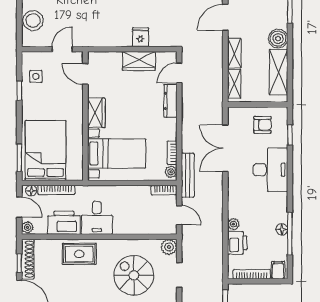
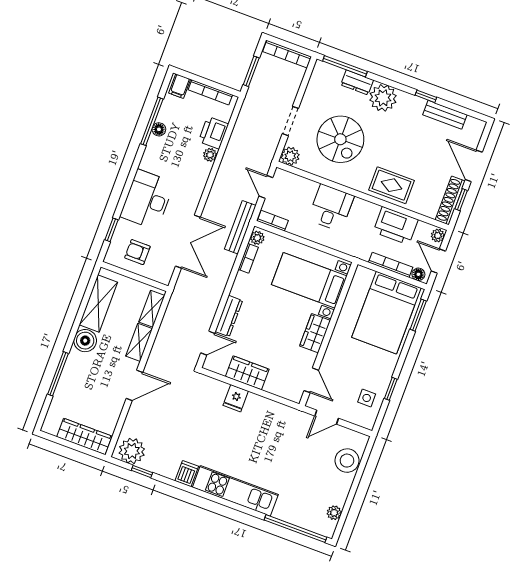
desk: (97, 218) -> (331, 208), moved

